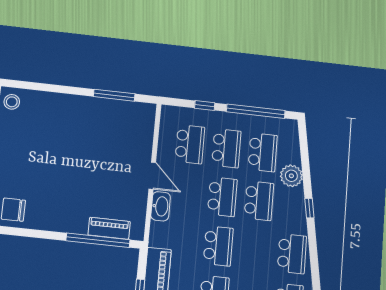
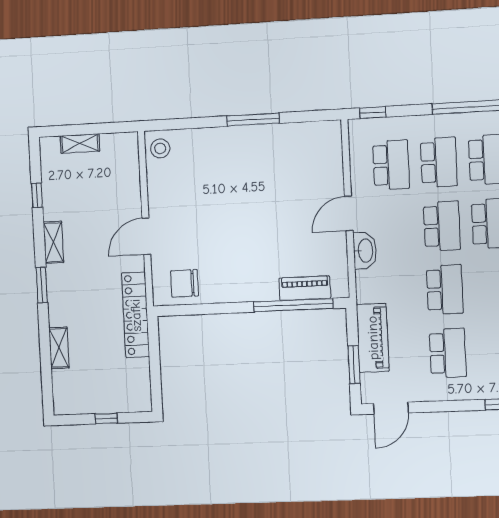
window: (114, 95) -> (253, 120), moved
window: (205, 105) -> (373, 113), moved
door: (152, 176) -> (349, 213), swing flipped

